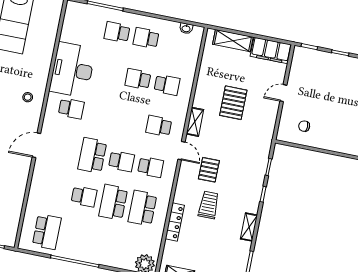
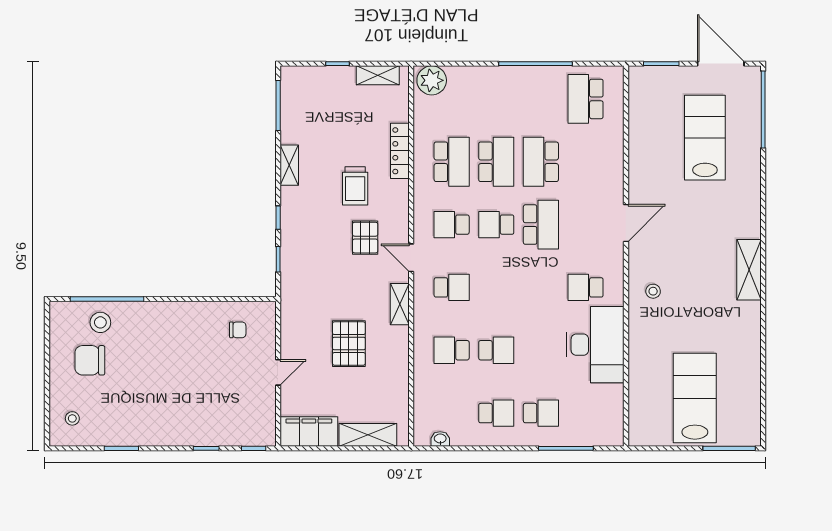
school desk: (84, 196) -> (541, 162), width x1.85

